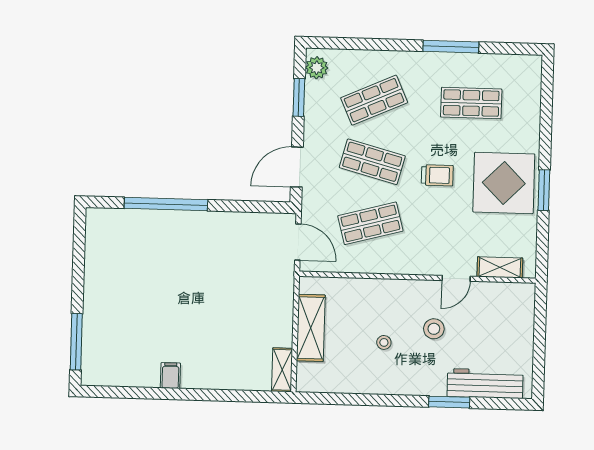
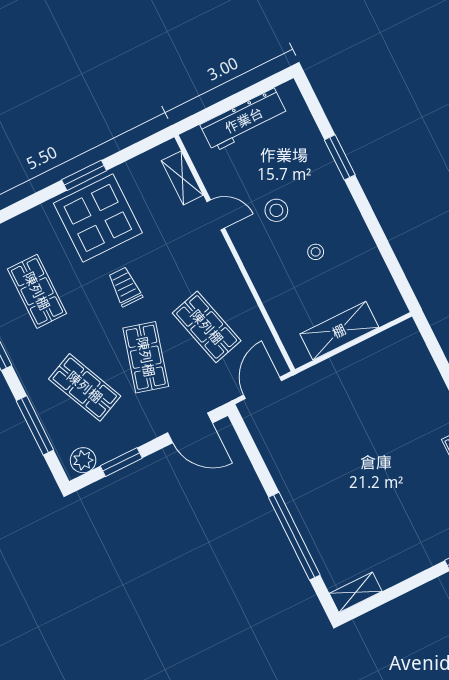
window: (365, 44) -> (35, 425), added
shelving: (282, 370) -> (356, 592), moved
workbench: (485, 384) -> (244, 120), moved, turned -90

